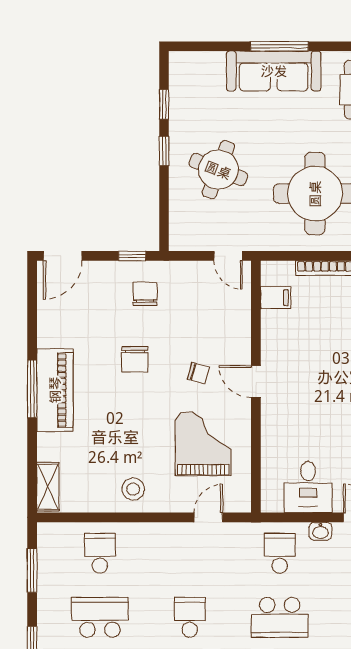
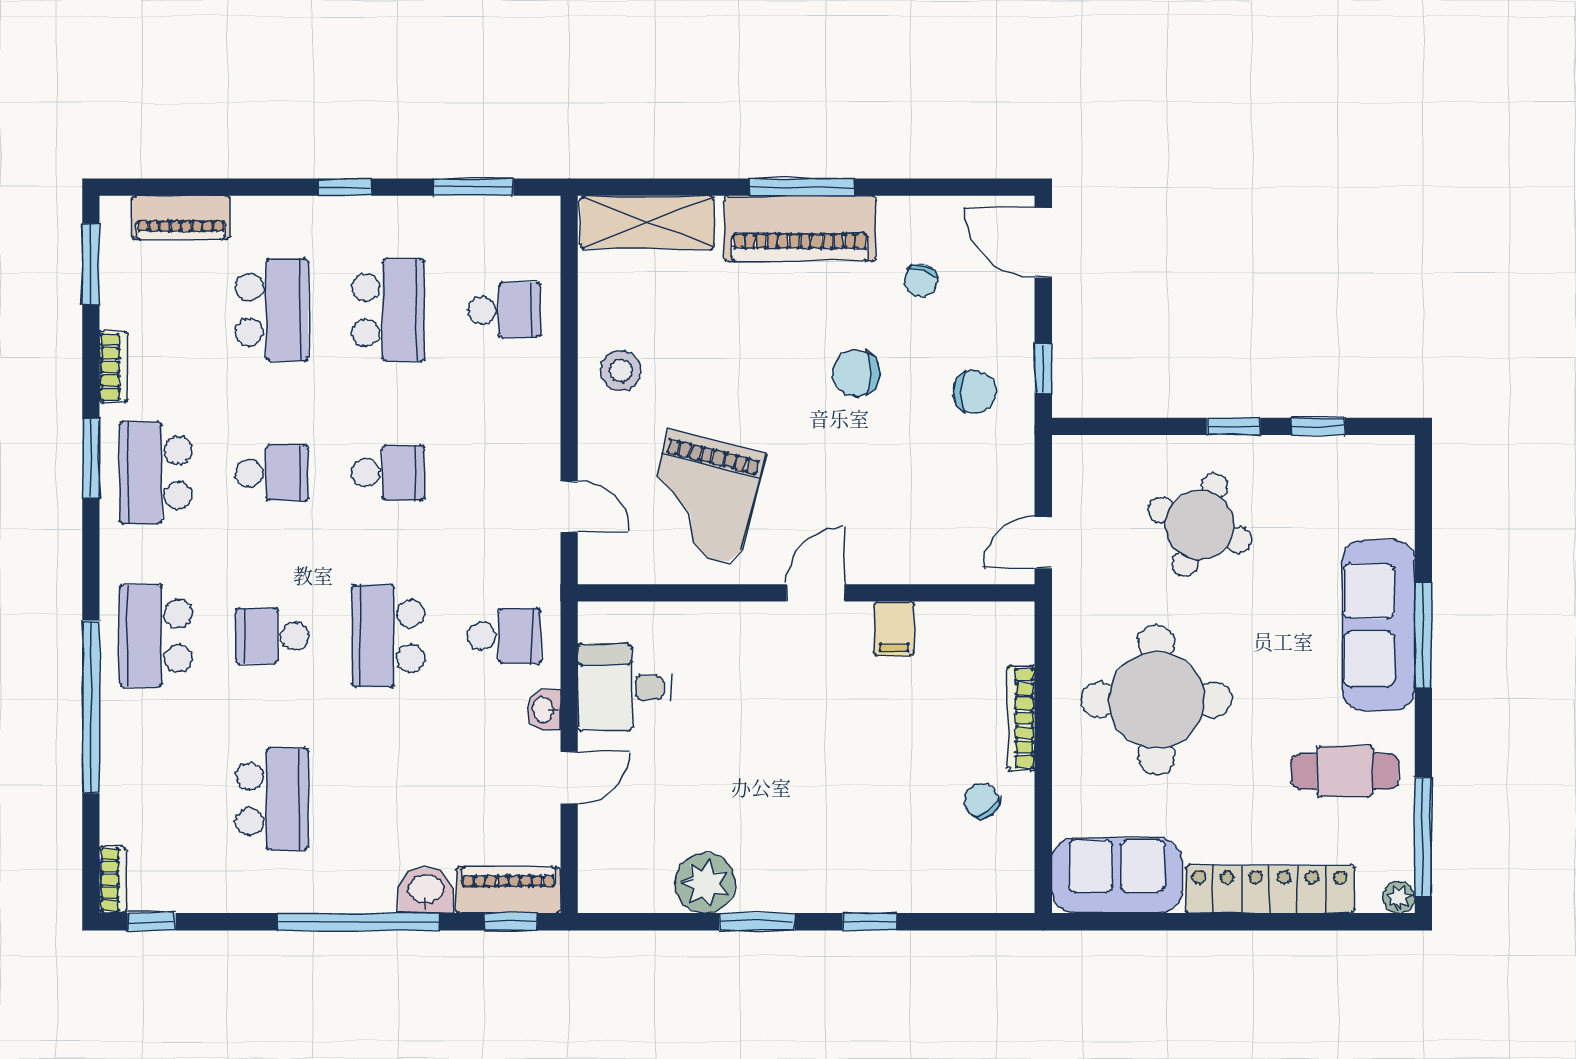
filing cabinet: (276, 298) -> (894, 628), moved
chair: (198, 373) -> (921, 281), moved
grand piano: (203, 444) -> (703, 497), turned 104
shelving: (48, 487) -> (647, 222), width x1.50, depth x1.33

